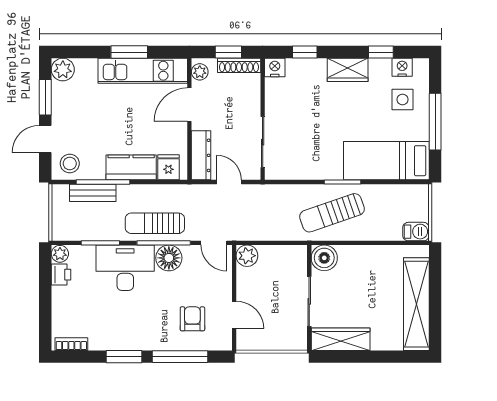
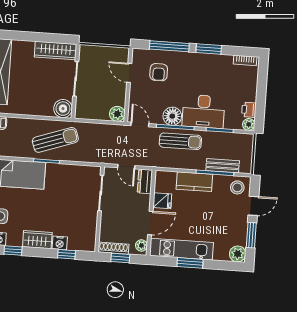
nightstand: (275, 67) -> (60, 243), moved
dresser: (201, 155) -> (145, 181), width x0.70
fridge: (168, 167) -> (162, 201), moved, turned -90

